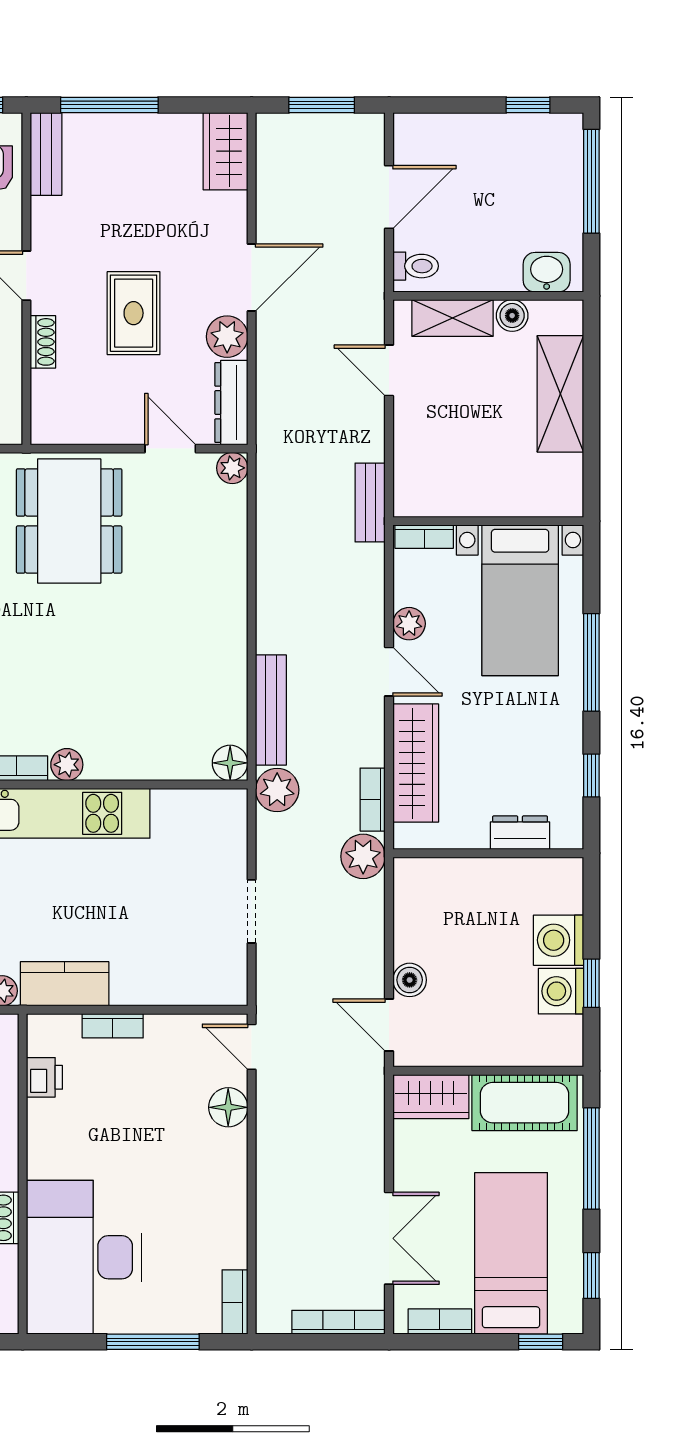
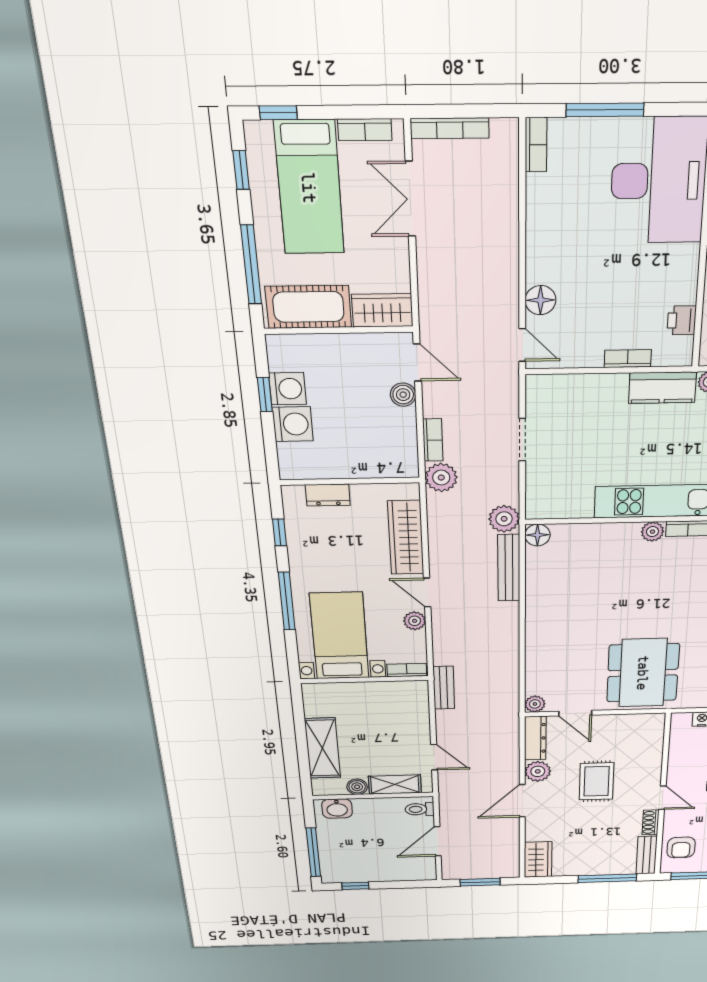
shoe rack: (43, 342) -> (651, 822), moved
bookcase: (373, 800) -> (433, 440), moved

